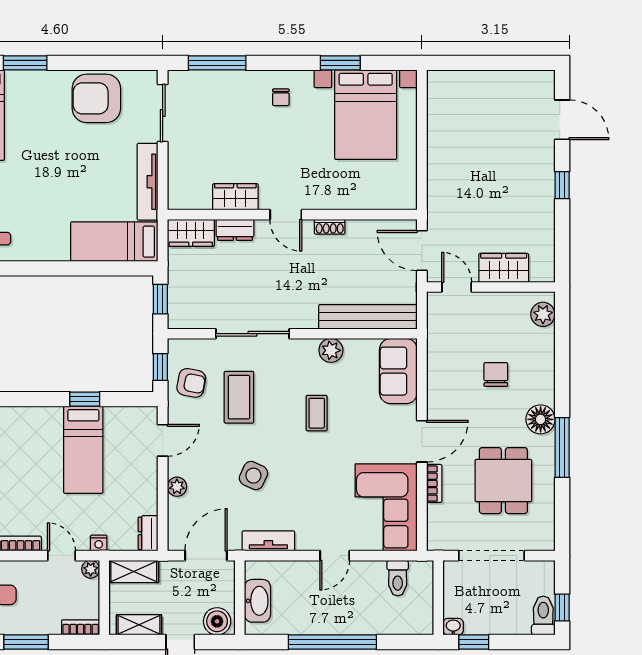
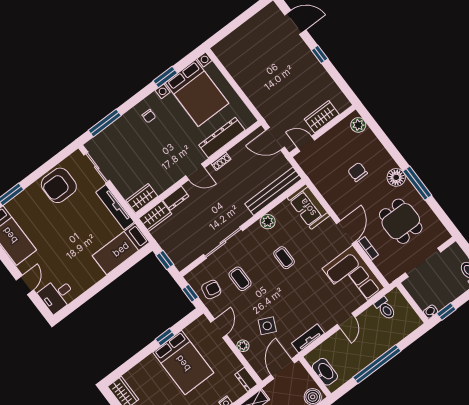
wardrobe: (235, 197) -> (142, 198), moved
dresser: (354, 197) -> (222, 137), added
coffee table: (239, 397) -> (240, 279), width x0.73, depth x0.77
bed: (83, 450) -> (183, 363), width x1.50
side table: (253, 476) -> (267, 326), moved

